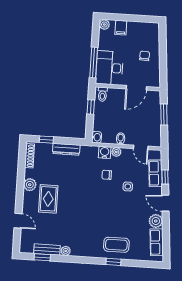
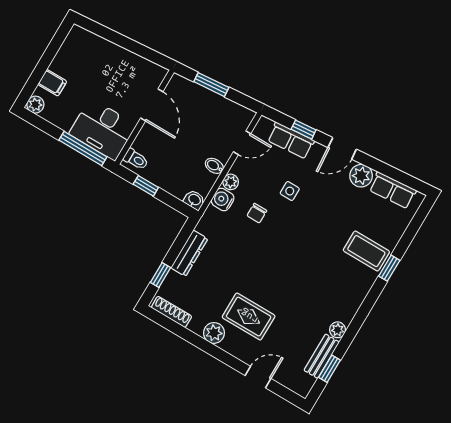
chair: (145, 56) -> (111, 69), removed
coffee table: (116, 245) -> (366, 251), turned 90

